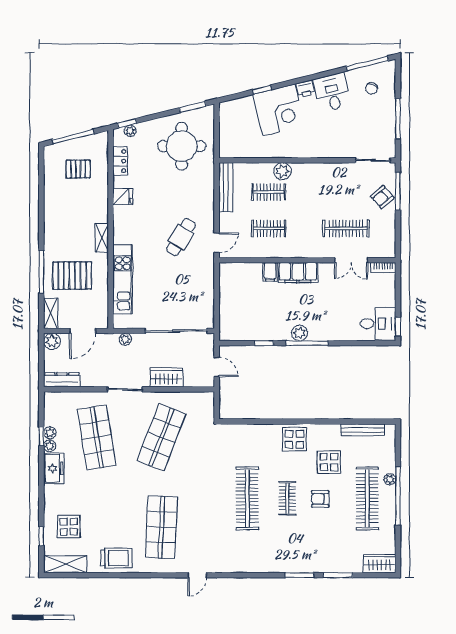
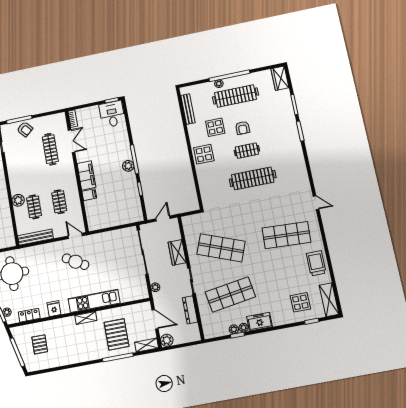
kitchen unit: (123, 279) -> (94, 301), moved
dresser: (62, 380) -> (190, 310), moved

